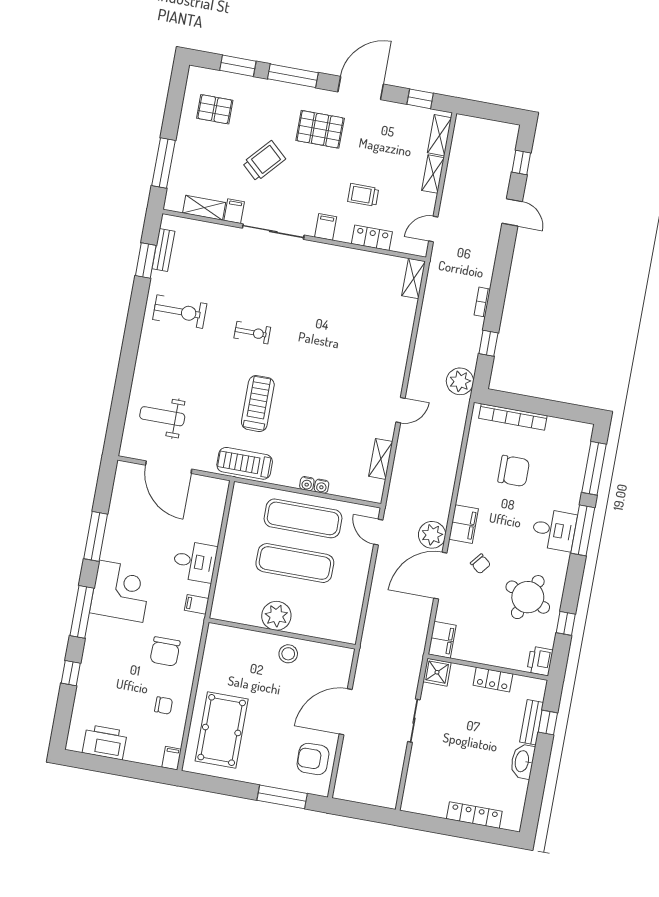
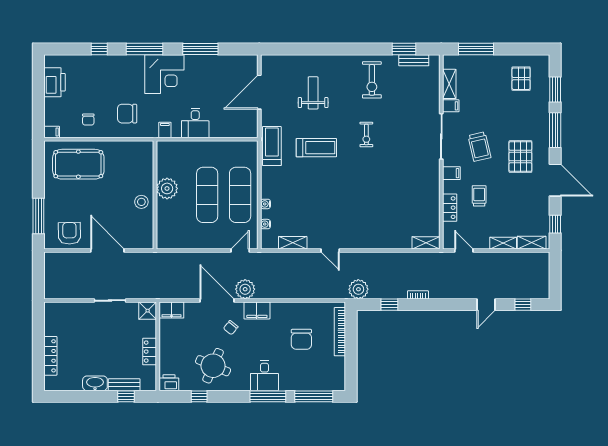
trolley: (264, 161) -> (479, 147), moved, turned 35
weight bench: (162, 416) -> (313, 93), moved
water cooler: (307, 484) -> (266, 224), moved

